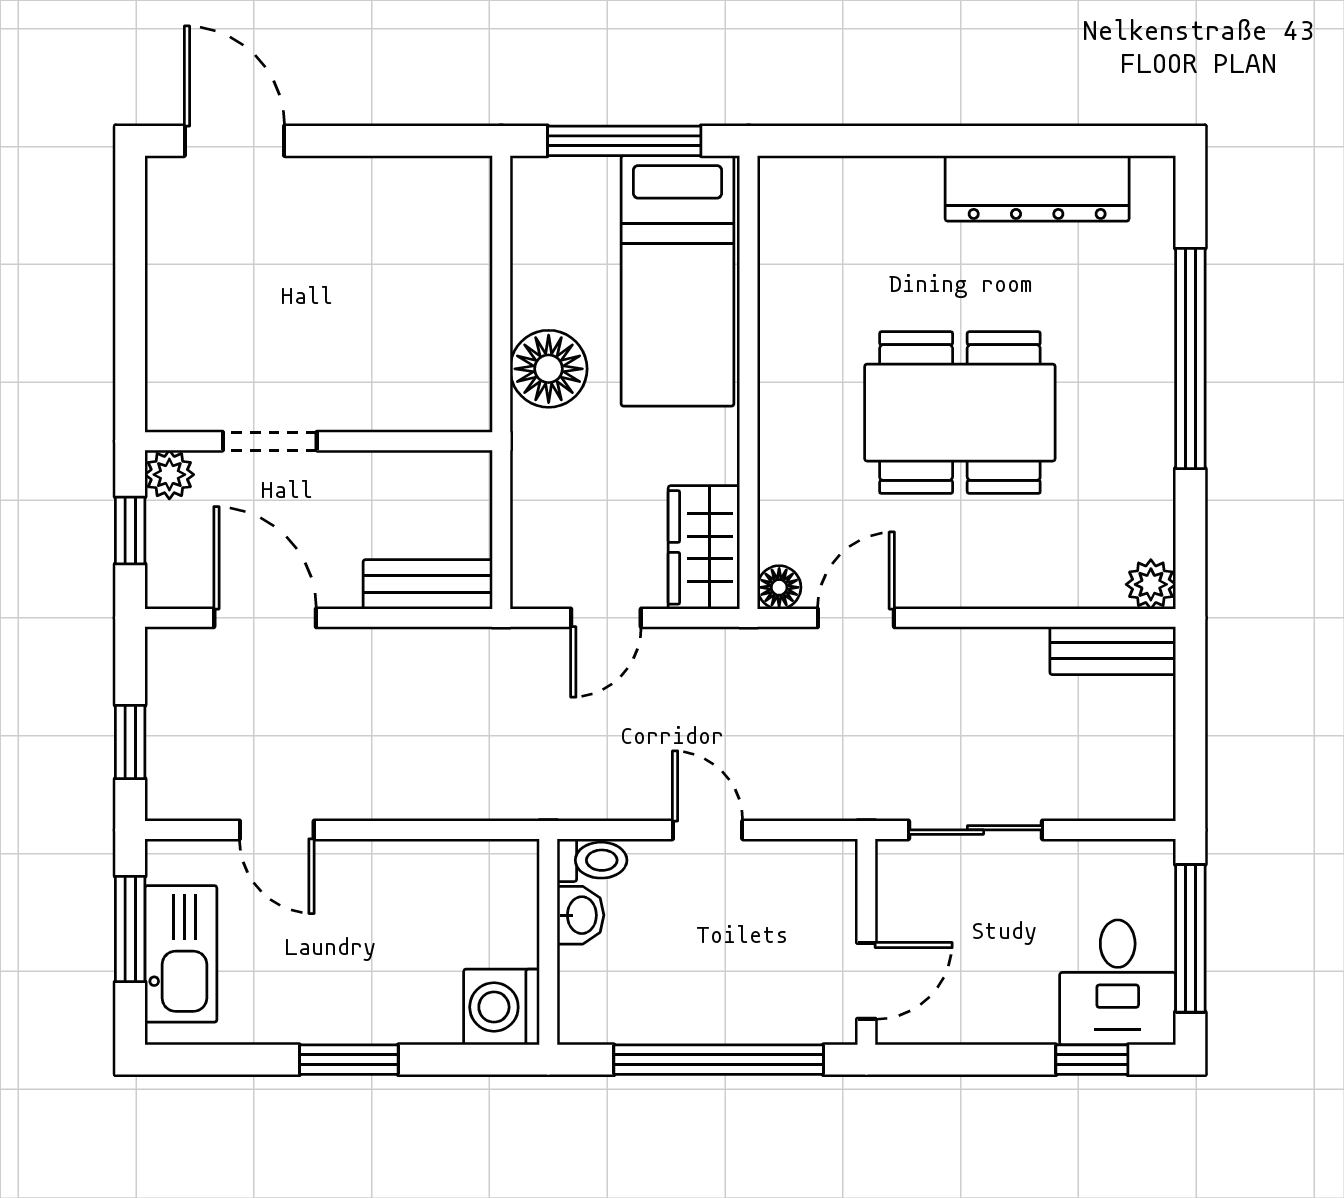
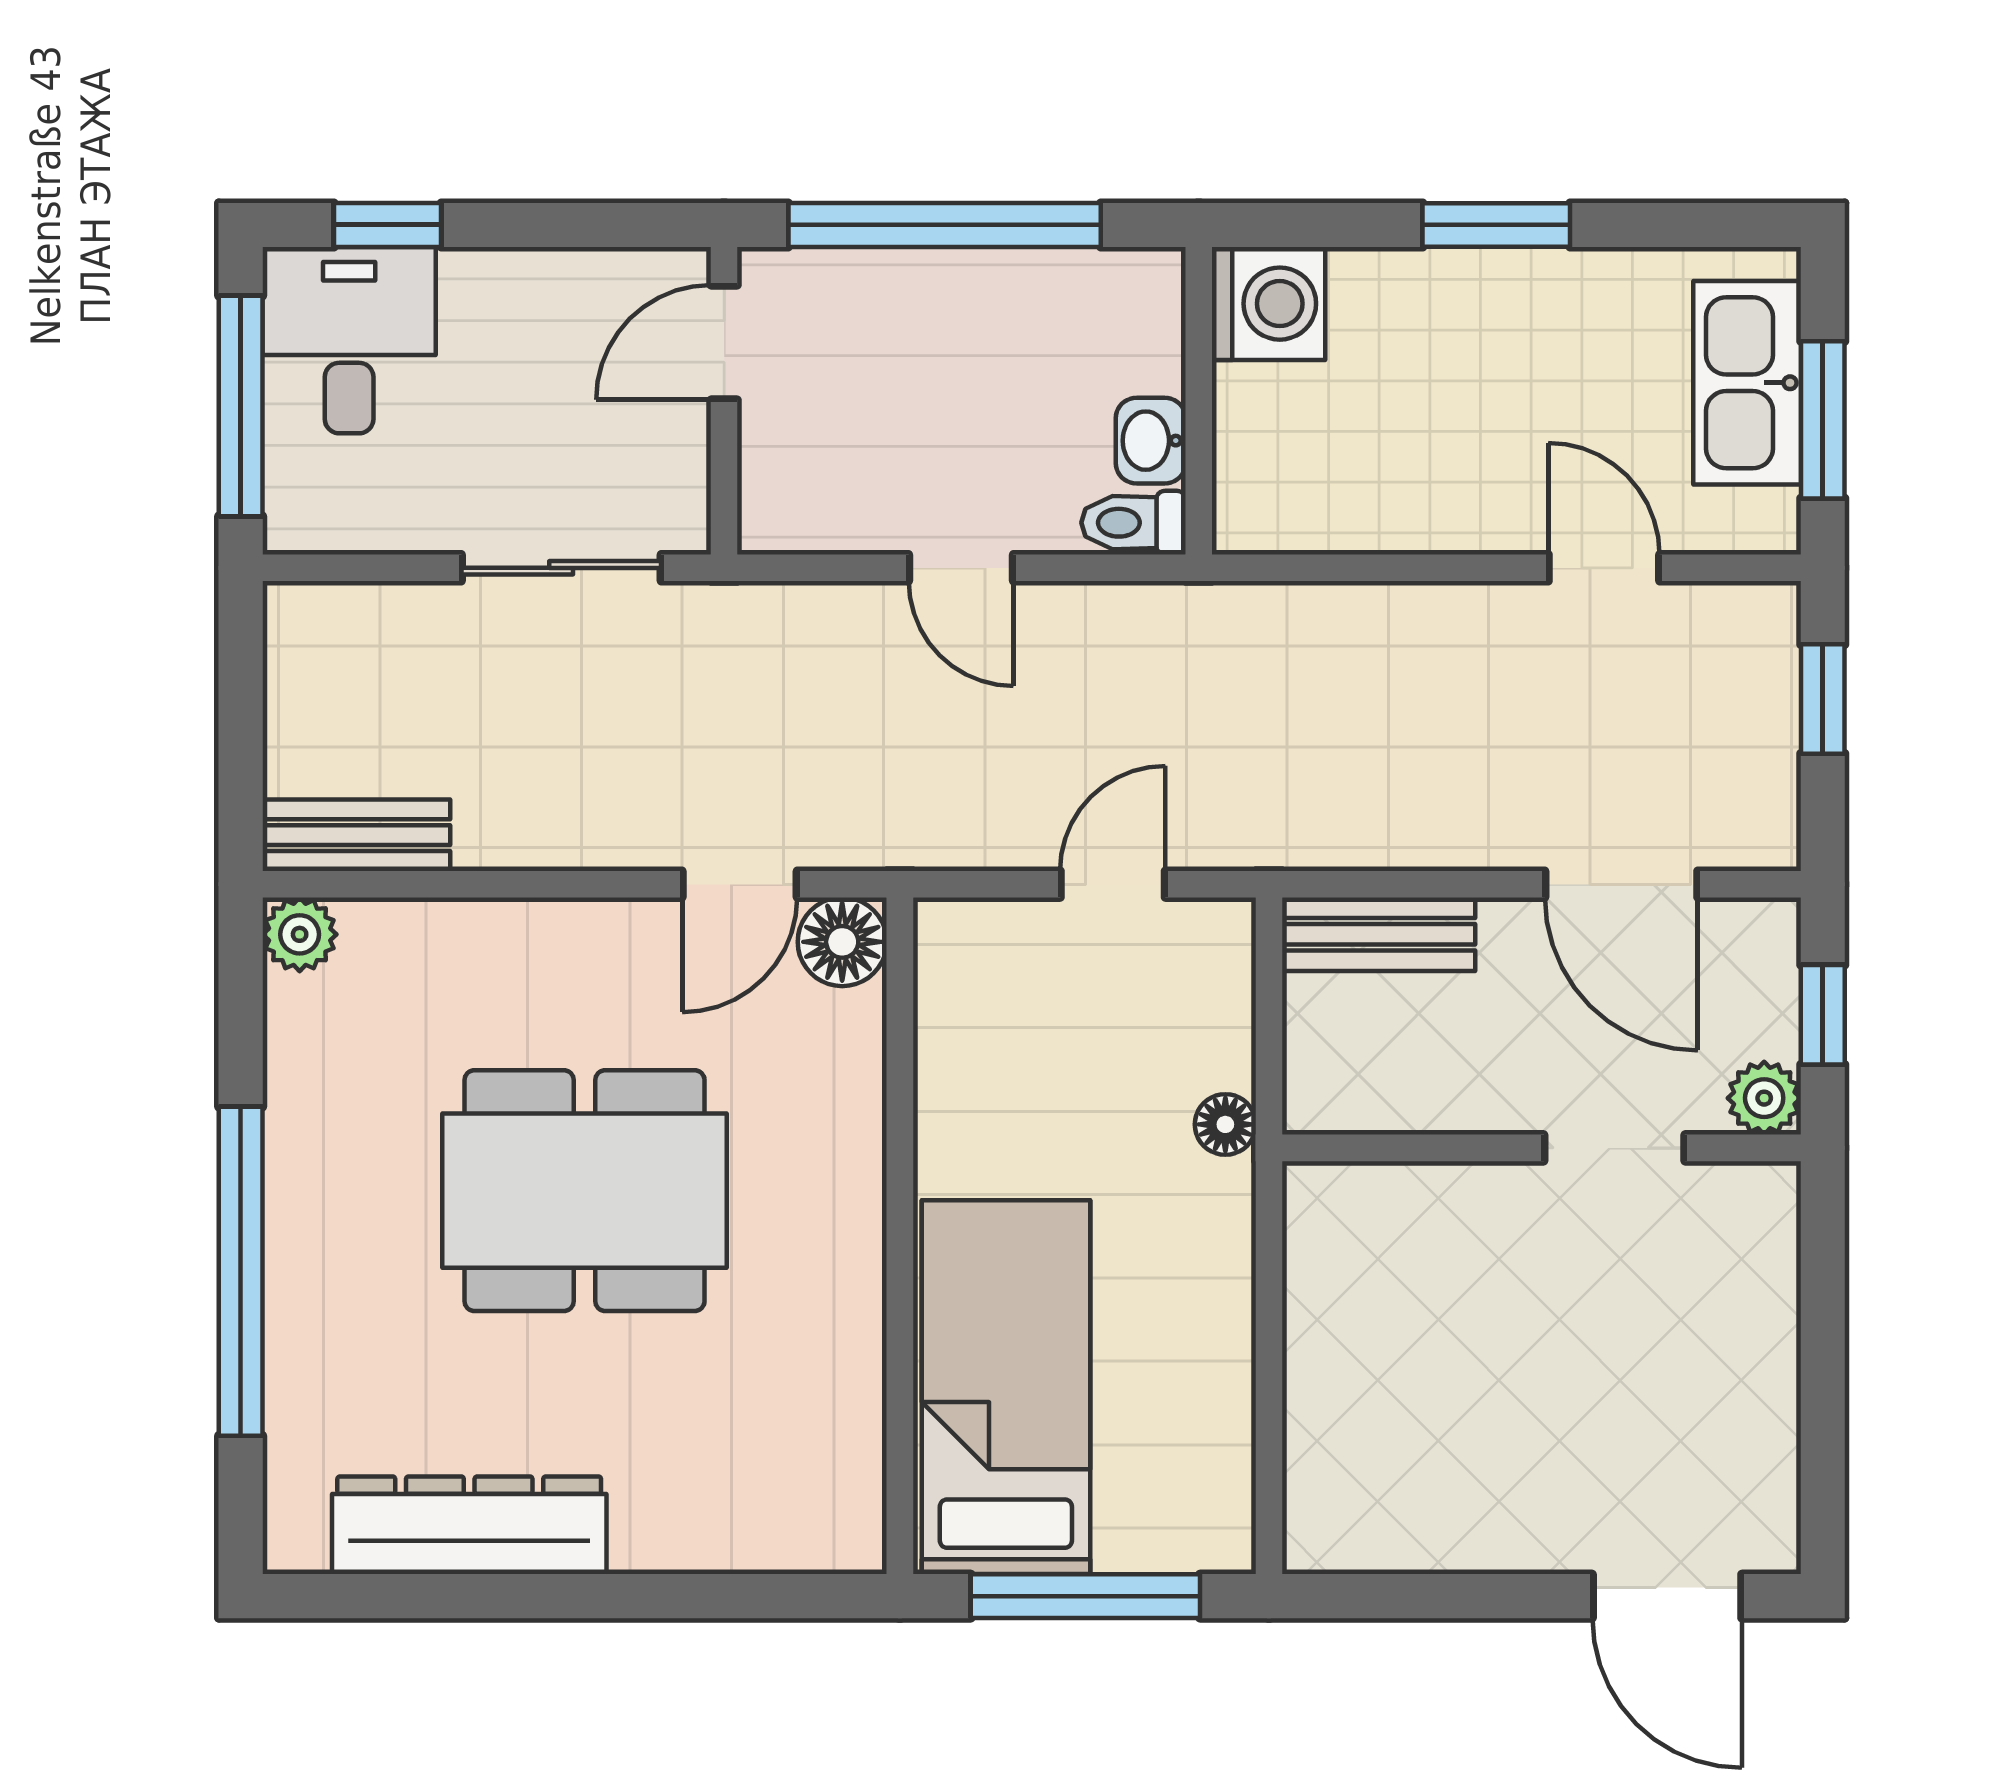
floor lamp: (549, 369) -> (1225, 1124), moved, width x0.53, depth x0.53
wardrobe: (704, 547) -> (966, 989), removed
floor lamp: (779, 587) -> (842, 942), width x1.37, depth x1.37

